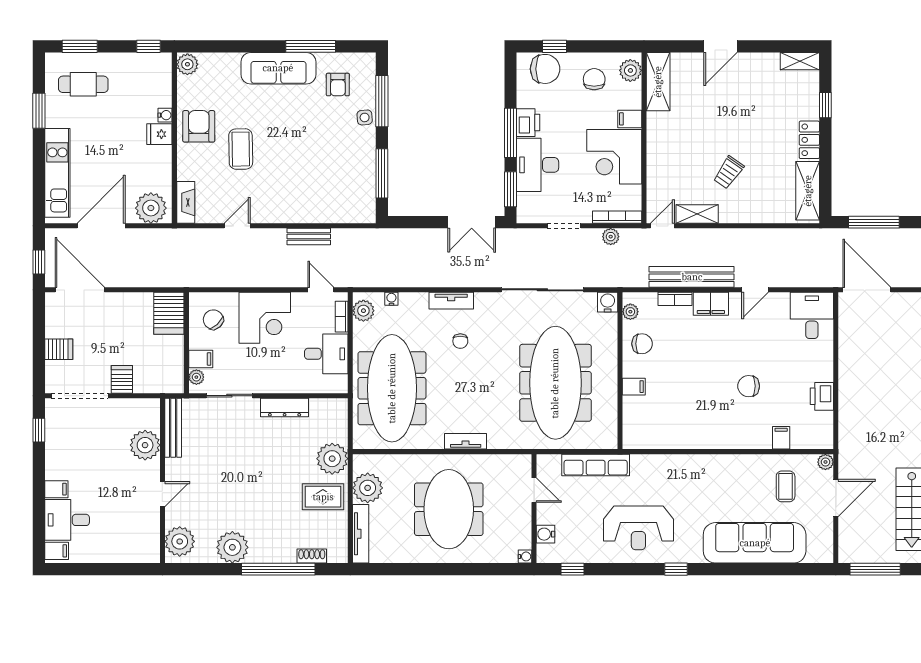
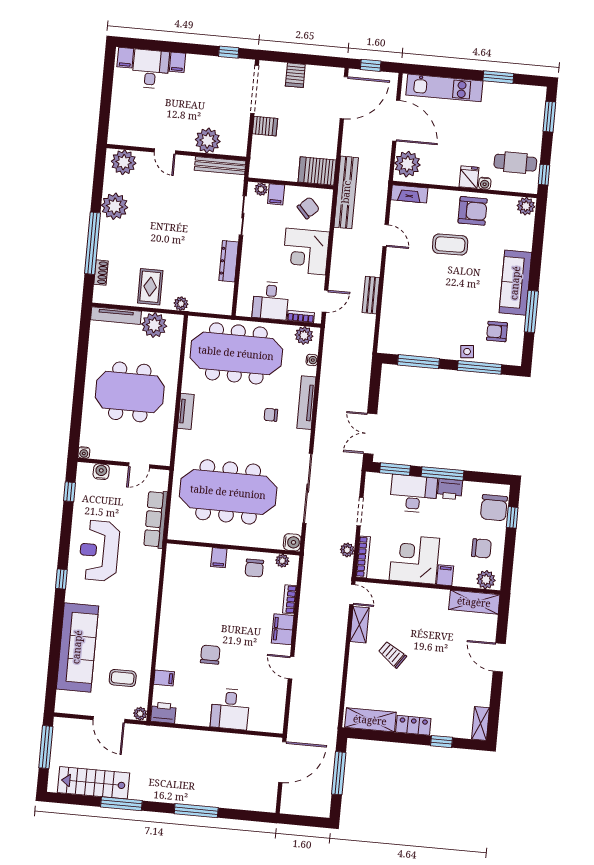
cafe table: (83, 84) -> (515, 163), moved, turned 90
bench: (692, 277) -> (346, 192), moved
tv unit: (451, 301) -> (306, 403), width x1.41
desk: (812, 315) -> (230, 709), moved, turned 90
printer: (822, 396) -> (163, 713), moved
plant: (332, 459) -> (181, 304), width x0.53, depth x0.53

